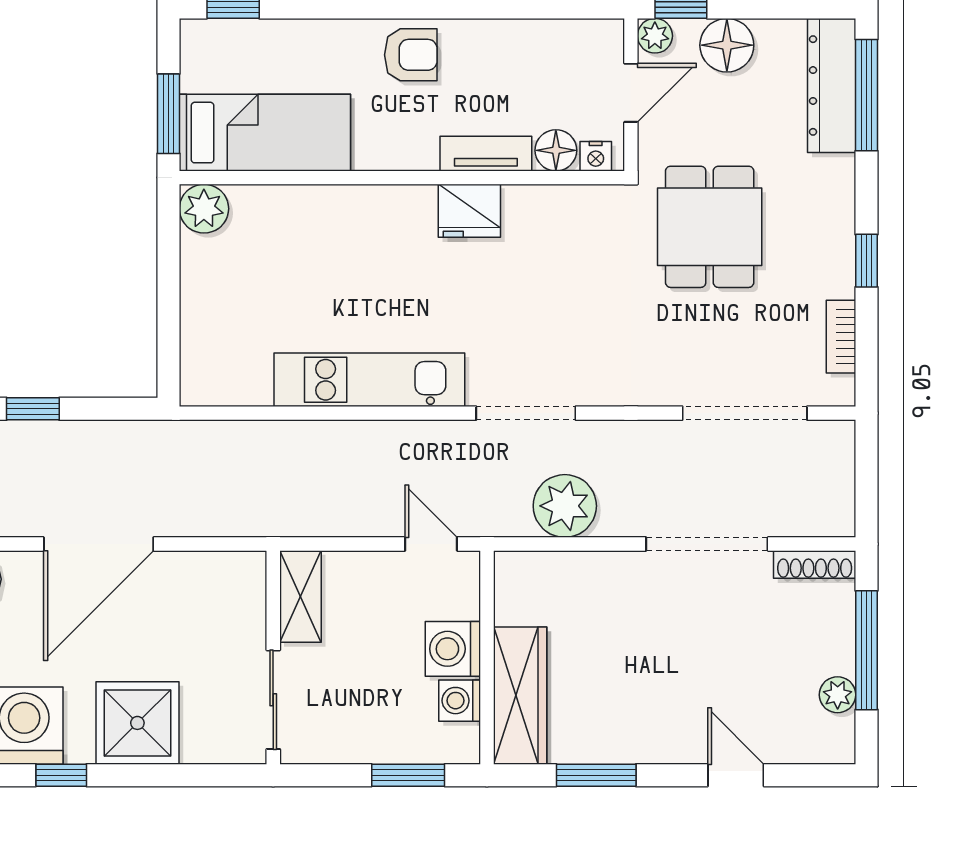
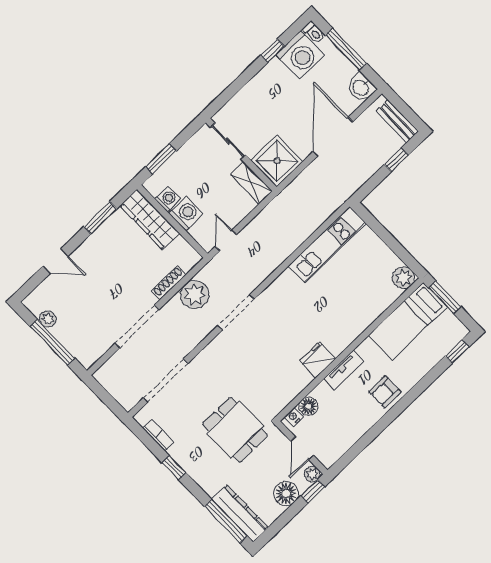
tv unit: (486, 154) -> (344, 370), moved
kitchen unit: (369, 380) -> (327, 245), moved
door: (431, 544) -> (226, 241), swing flipped
shoe rack: (815, 564) -> (169, 283), moved
shower: (137, 723) -> (277, 161), moved

